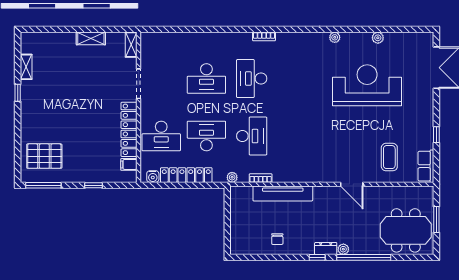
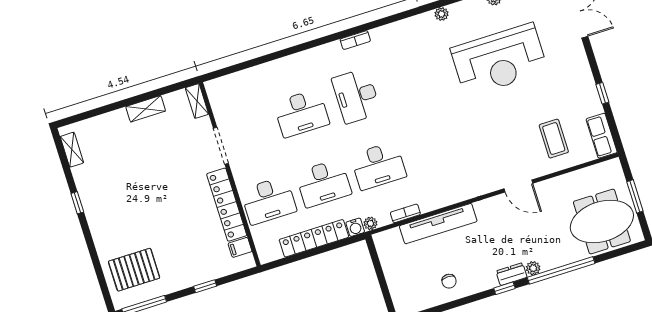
shelving: (26, 67) -> (72, 150), moved
reception desk: (367, 85) -> (499, 60), turned 180
desk: (206, 136) -> (323, 183), turned 180
desk: (252, 136) -> (378, 166), turned 90
water cooler: (153, 177) -> (355, 227), moved

